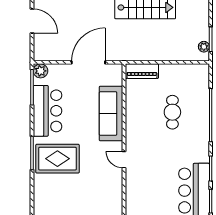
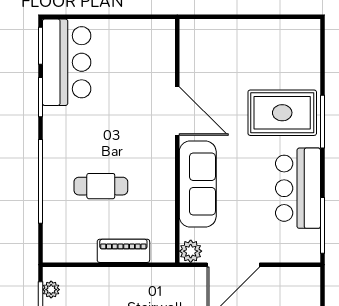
plant: (40, 71) -> (191, 251), moved
piano: (142, 71) -> (123, 251), moved
cafe table: (172, 112) -> (101, 186), turned 90
door: (124, 160) -> (177, 111), width x1.88

